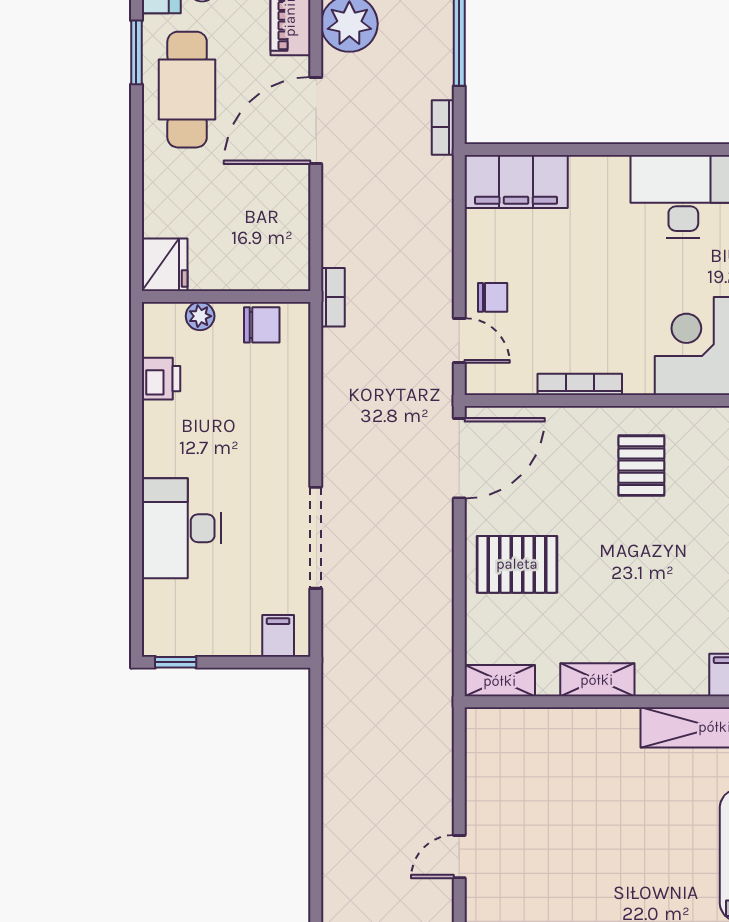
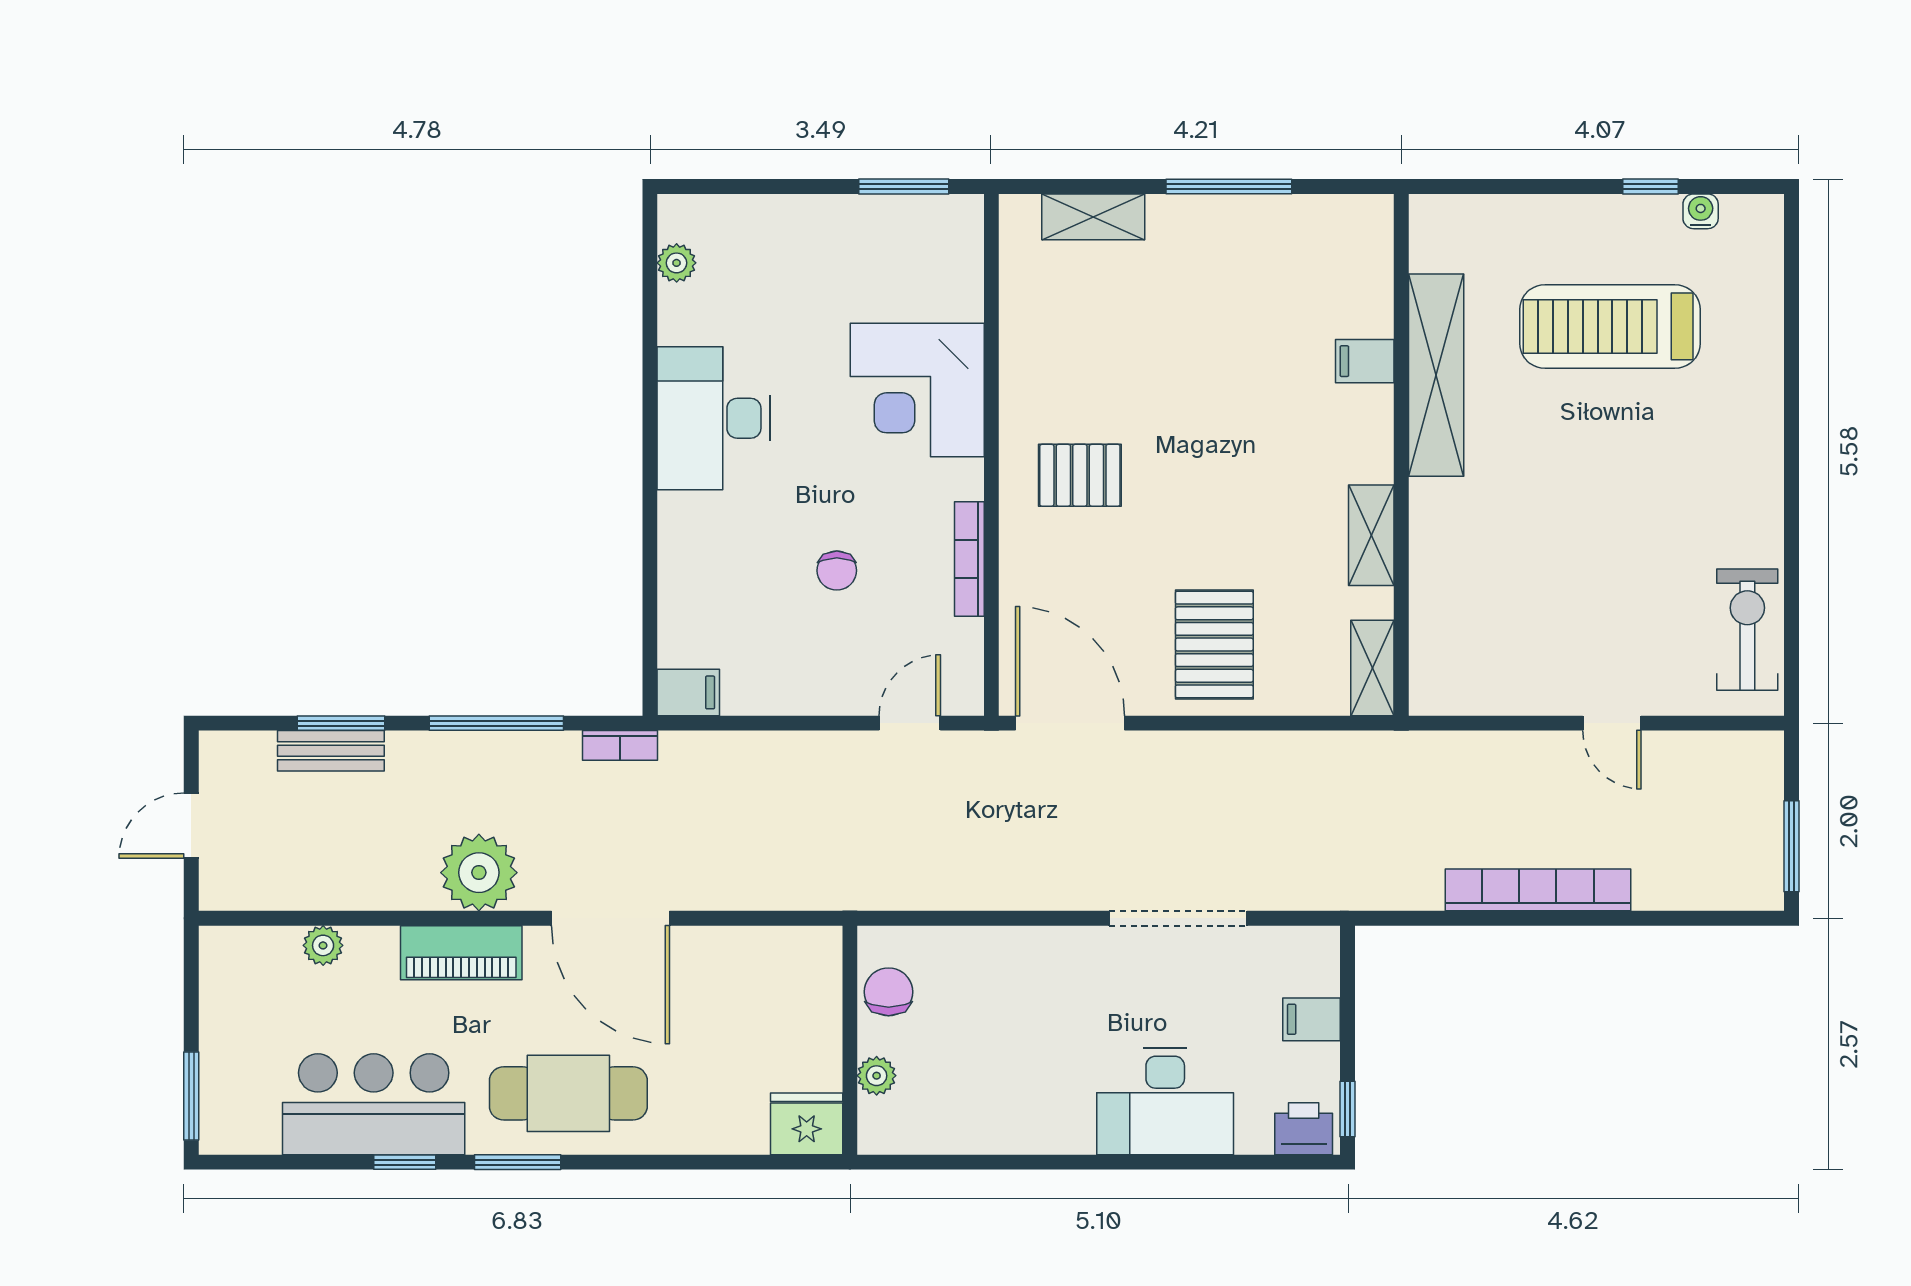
filing cabinet: (516, 182) -> (688, 692), width x0.33, depth x0.86
bookcase: (333, 297) -> (1538, 890), moved, width x2.31, depth x1.31
chair: (493, 297) -> (837, 571), moved, turned 180
printer: (161, 379) -> (1304, 1129), moved
filing cabinet: (278, 636) -> (1312, 1019), moved

